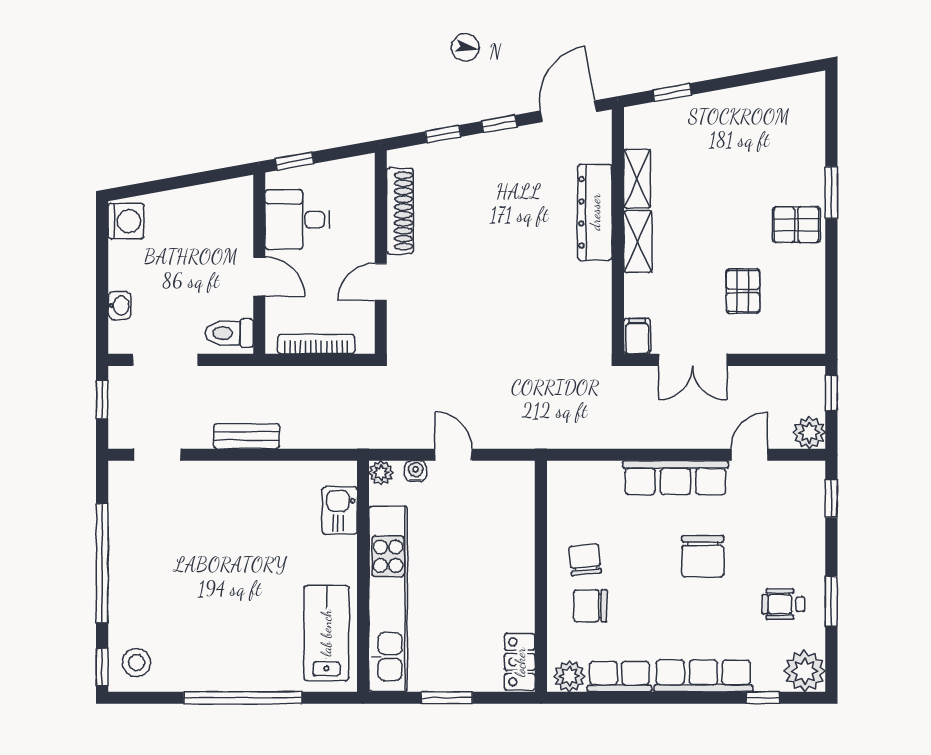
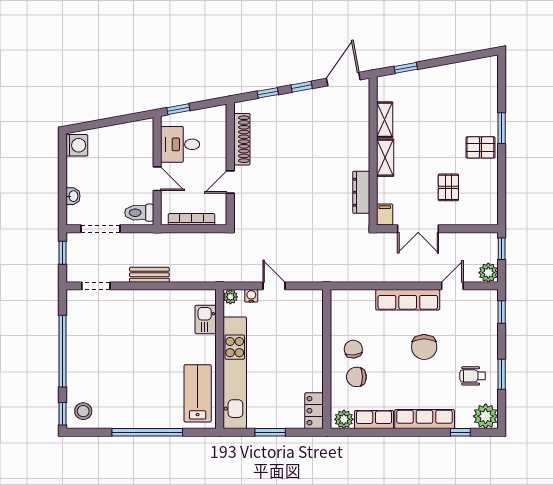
dresser: (595, 212) -> (361, 192), moved, width x0.73, depth x0.80

